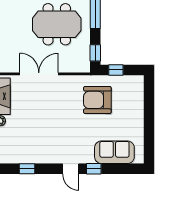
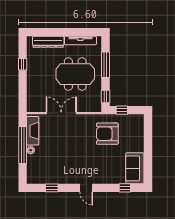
sofa: (114, 152) -> (135, 168), moved, turned -90
window: (94, 169) -> (125, 188), moved

